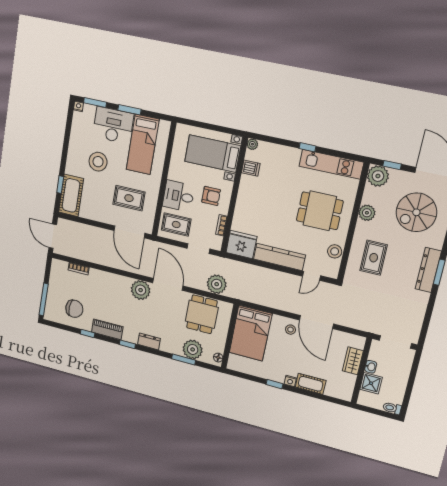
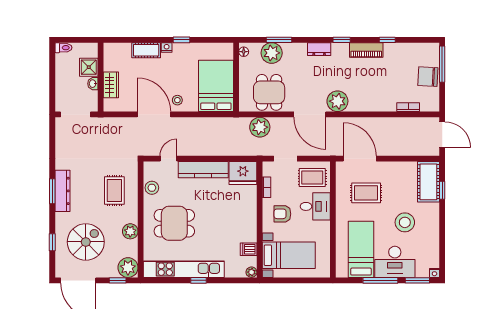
window: (129, 110) -> (380, 280), width x1.44
kitchen unit: (331, 164) -> (184, 269), width x1.36
chair: (74, 309) -> (428, 77), moved

